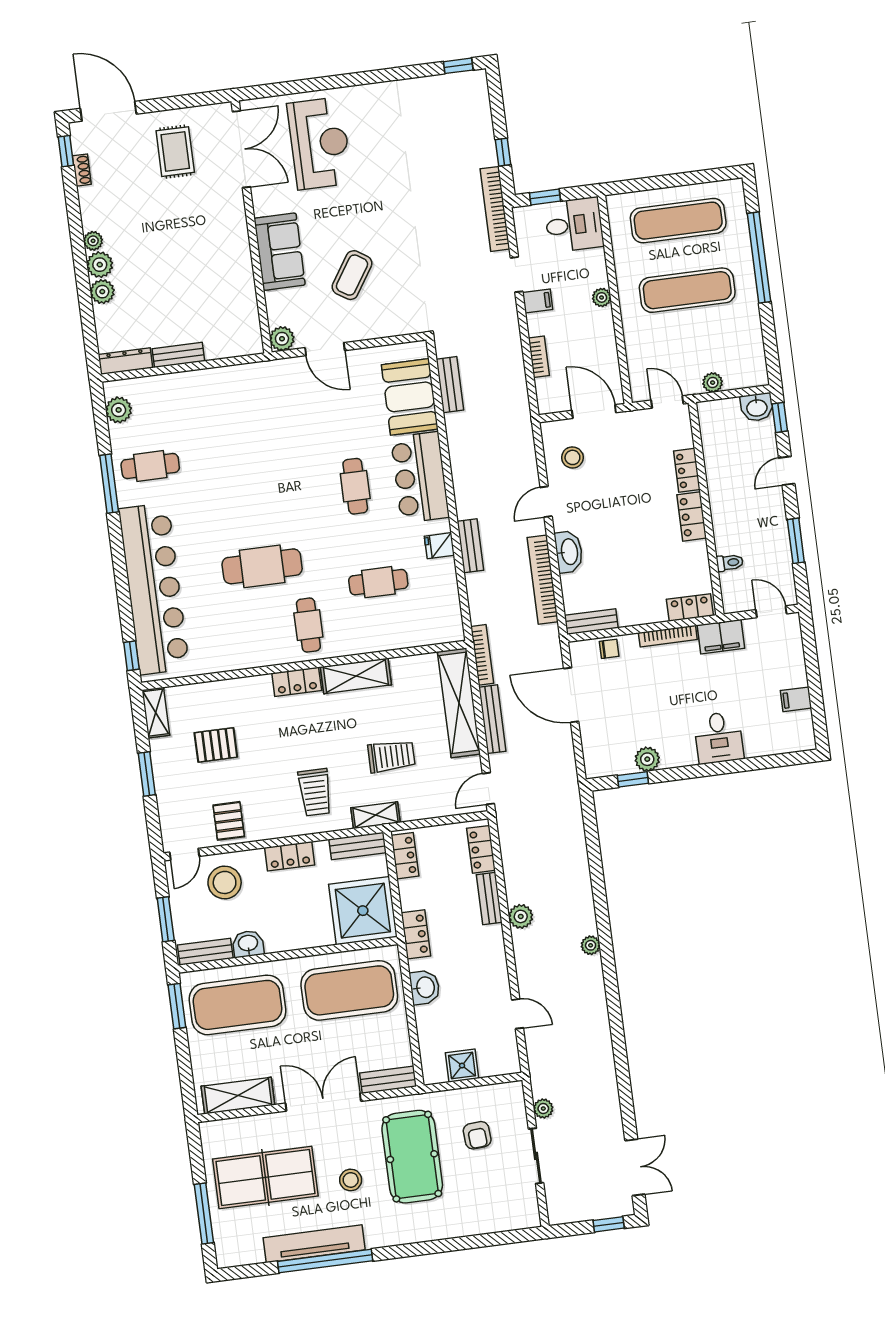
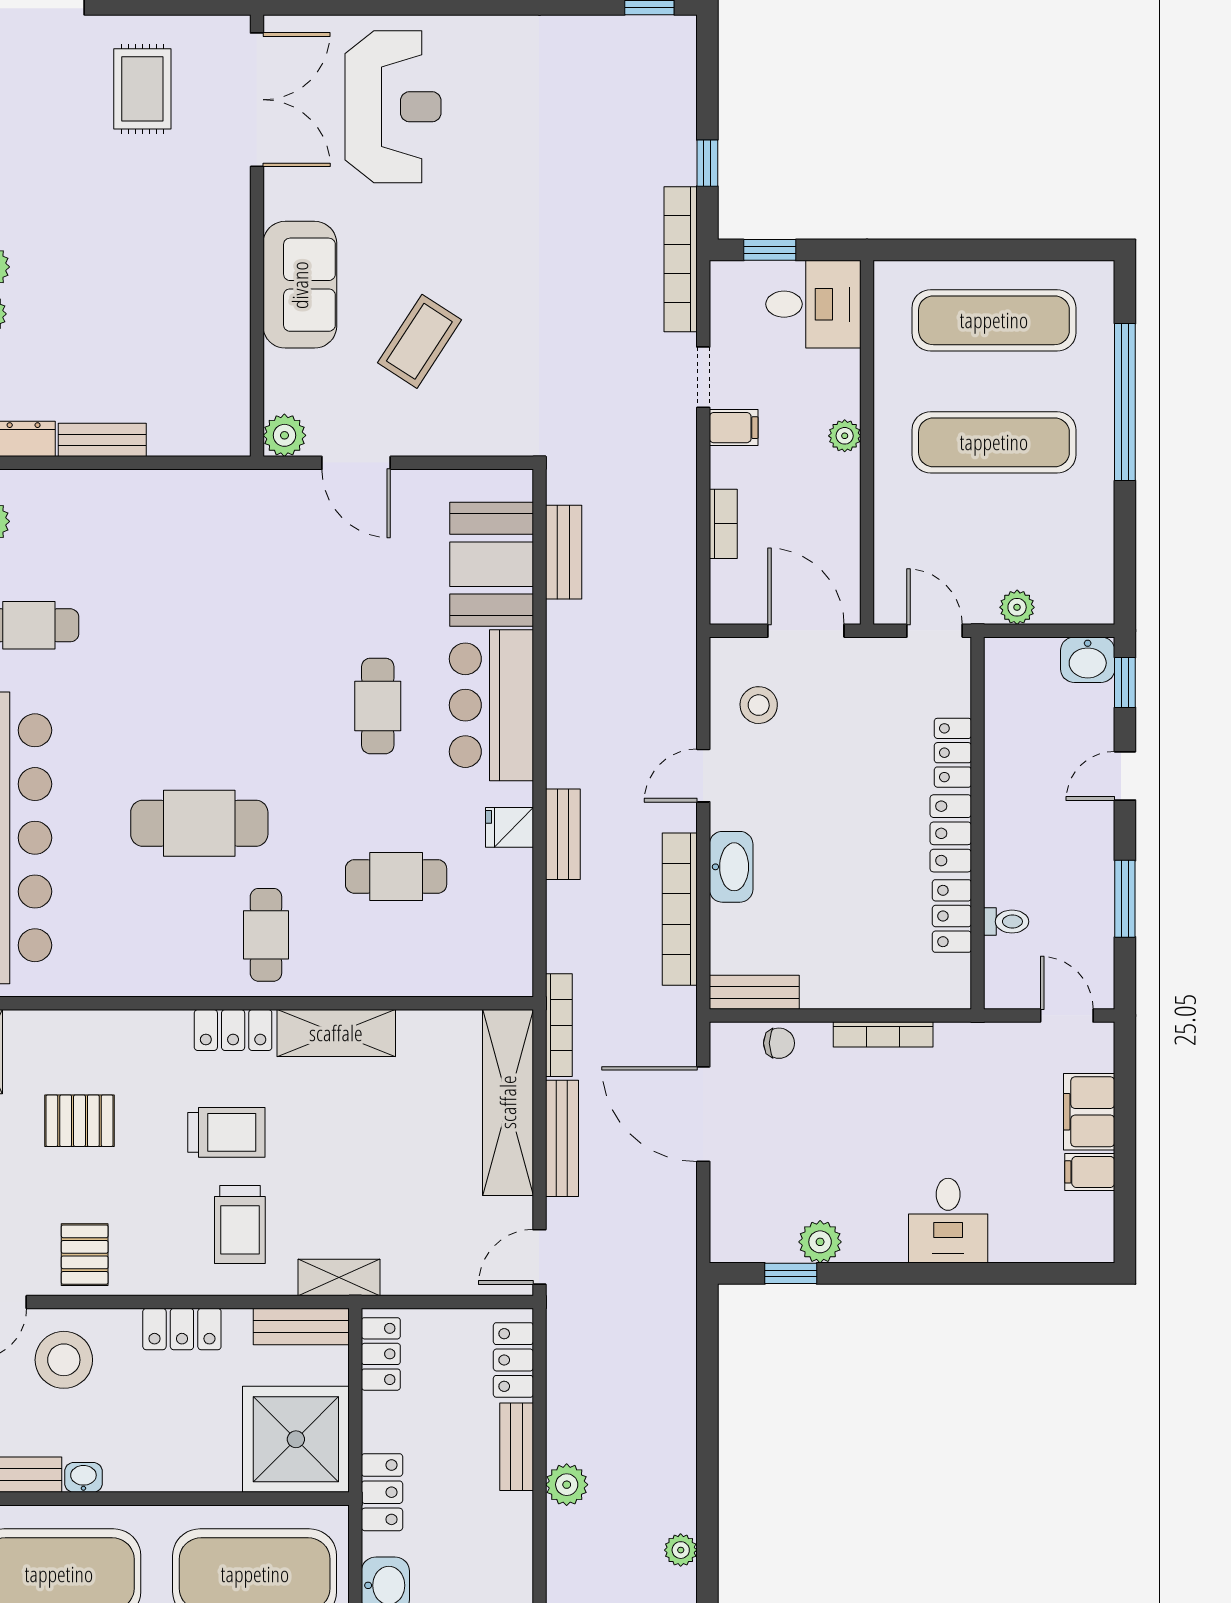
locker: (690, 607) -> (952, 916), moved, turned -90
filing cabinet: (721, 637) -> (1089, 1112), moved, turned 90
trolley: (391, 756) -> (226, 1132), moved
washbasin: (248, 944) -> (83, 1477), width x0.72, depth x0.69

